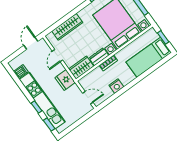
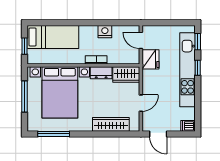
door: (31, 43) -> (158, 134), hinge flipped
dishwasher: (21, 72) -> (188, 126), moved
fridge: (65, 80) -> (151, 59), moved

